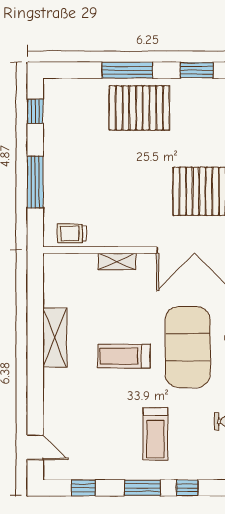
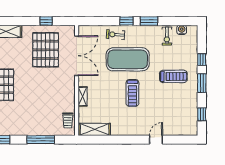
shelving: (55, 338) -> (95, 129), moved
door: (35, 447) -> (156, 140), moved

